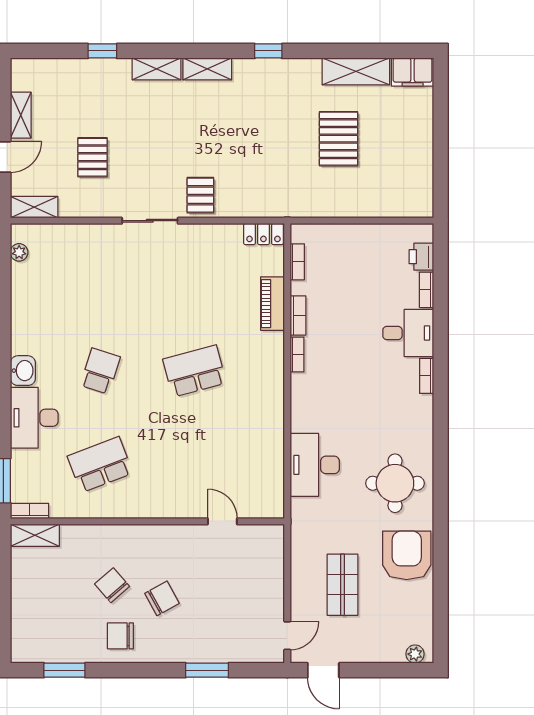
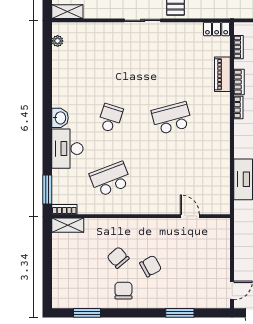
chair: (120, 636) -> (123, 291), turned 90

